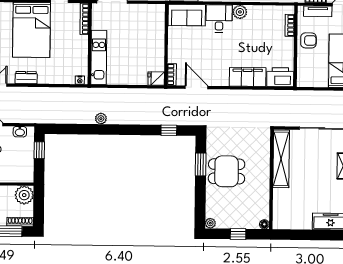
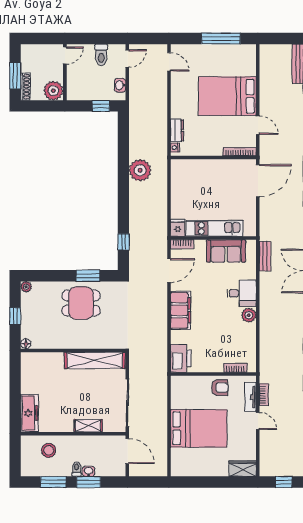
sofa: (187, 15) -> (226, 251), moved, turned -90
armchair: (308, 40) -> (220, 388), turned -90
kitchen unit: (99, 57) -> (214, 228), moved, turned 180
filing cabinet: (248, 77) -> (181, 310), moved
dresser: (26, 78) -> (177, 130), moved
plant: (101, 119) -> (140, 170), width x1.87, depth x1.87
dining table: (227, 171) -> (81, 303), turned 90

